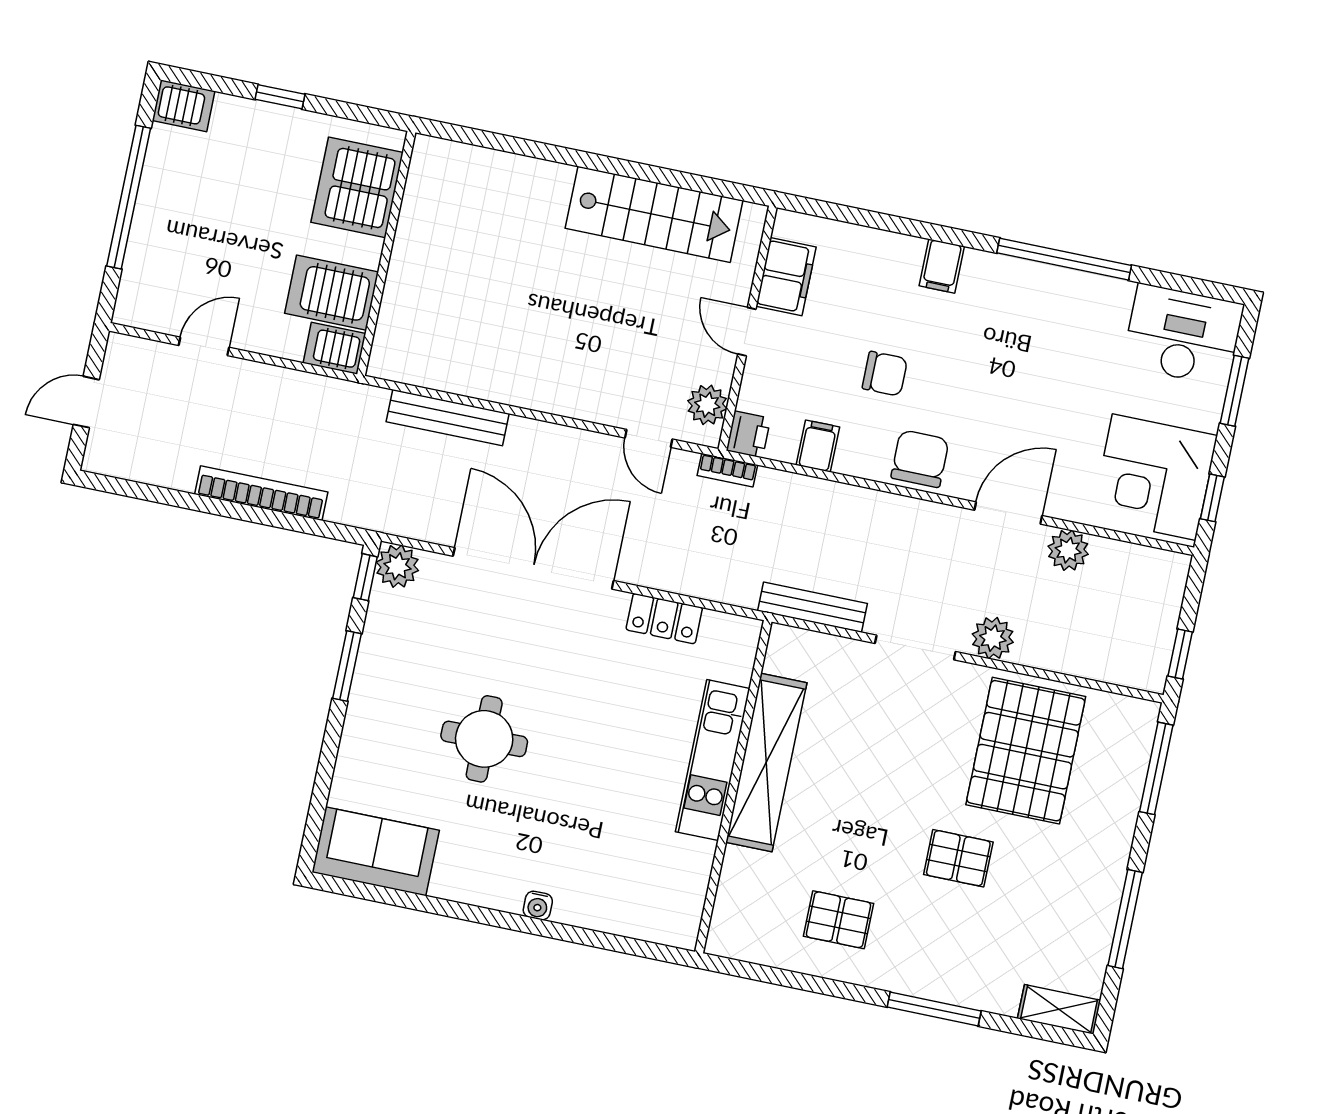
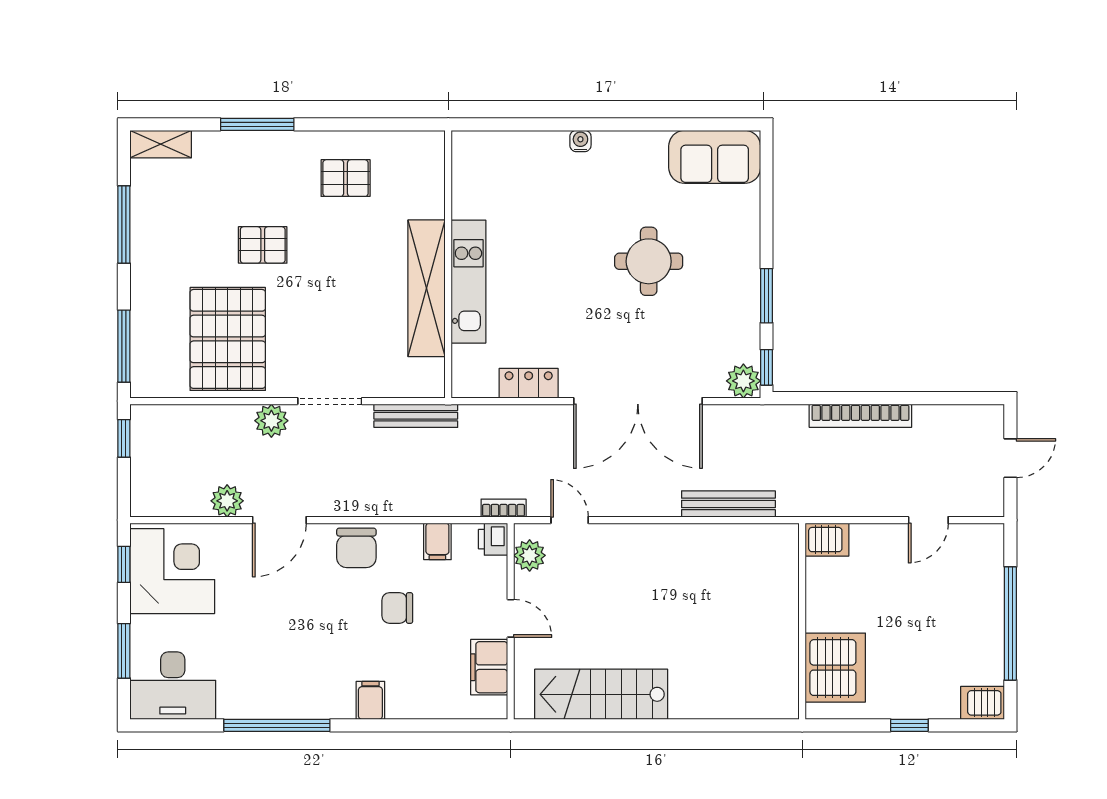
server rack: (332, 293) -> (838, 582), removed

